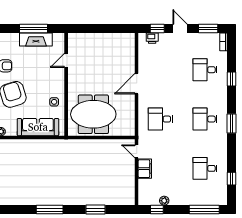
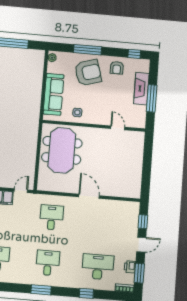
printer: (152, 38) -> (130, 267), moved
fireplace: (36, 39) -> (141, 89), moved
desk: (205, 70) -> (98, 267), width x1.37

